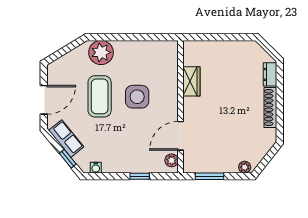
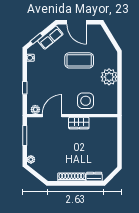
plant: (101, 52) -> (109, 77), moved
wardrobe: (191, 81) -> (79, 123), moved
side table: (137, 97) -> (86, 101), moved
door: (180, 136) -> (52, 116), hinge flipped

